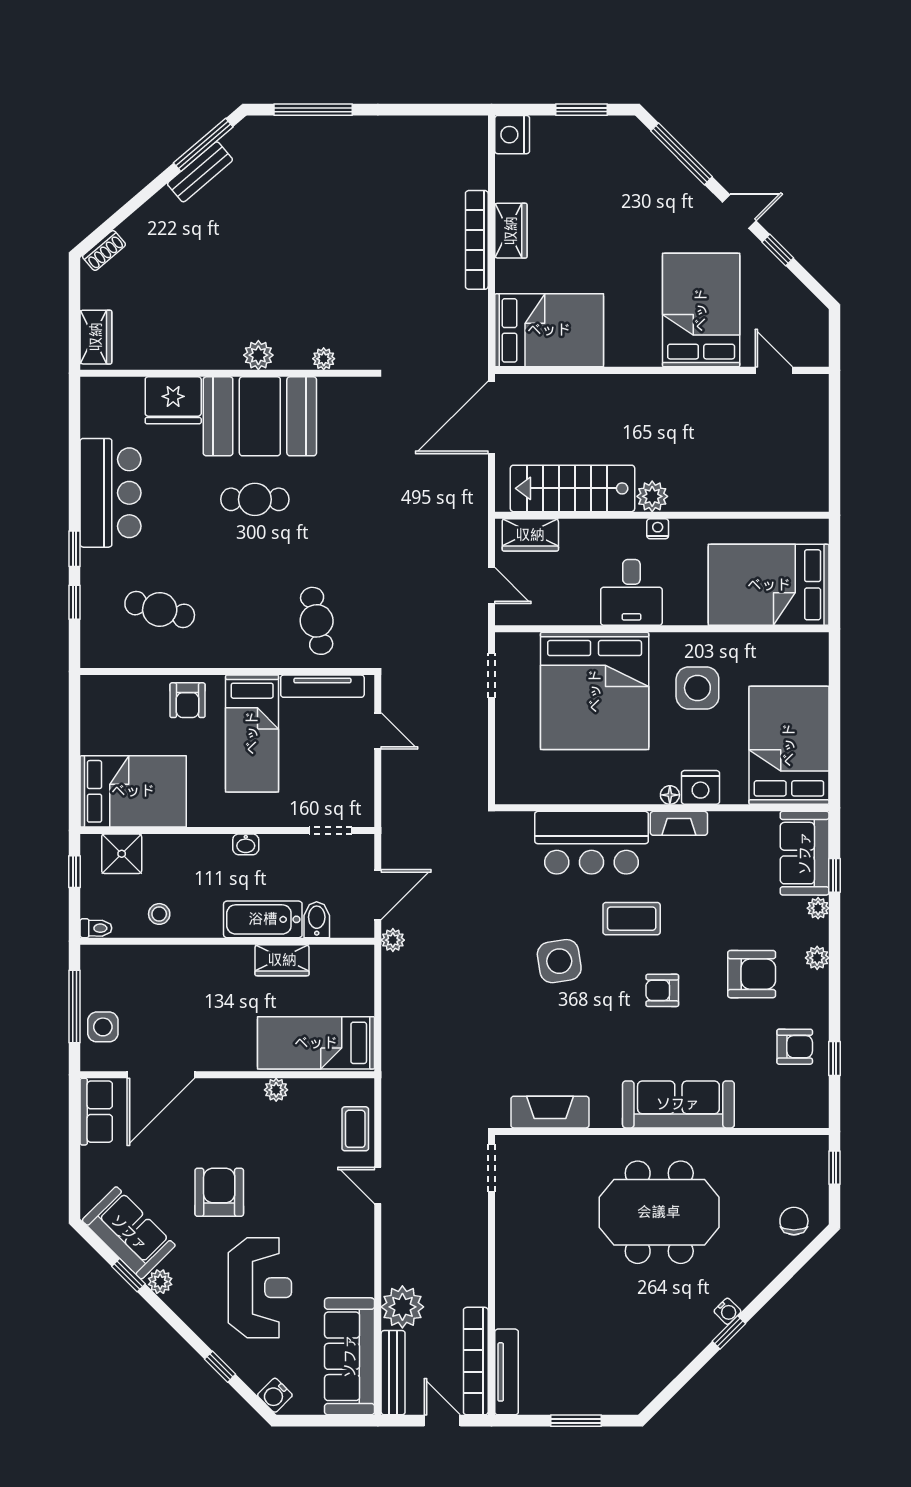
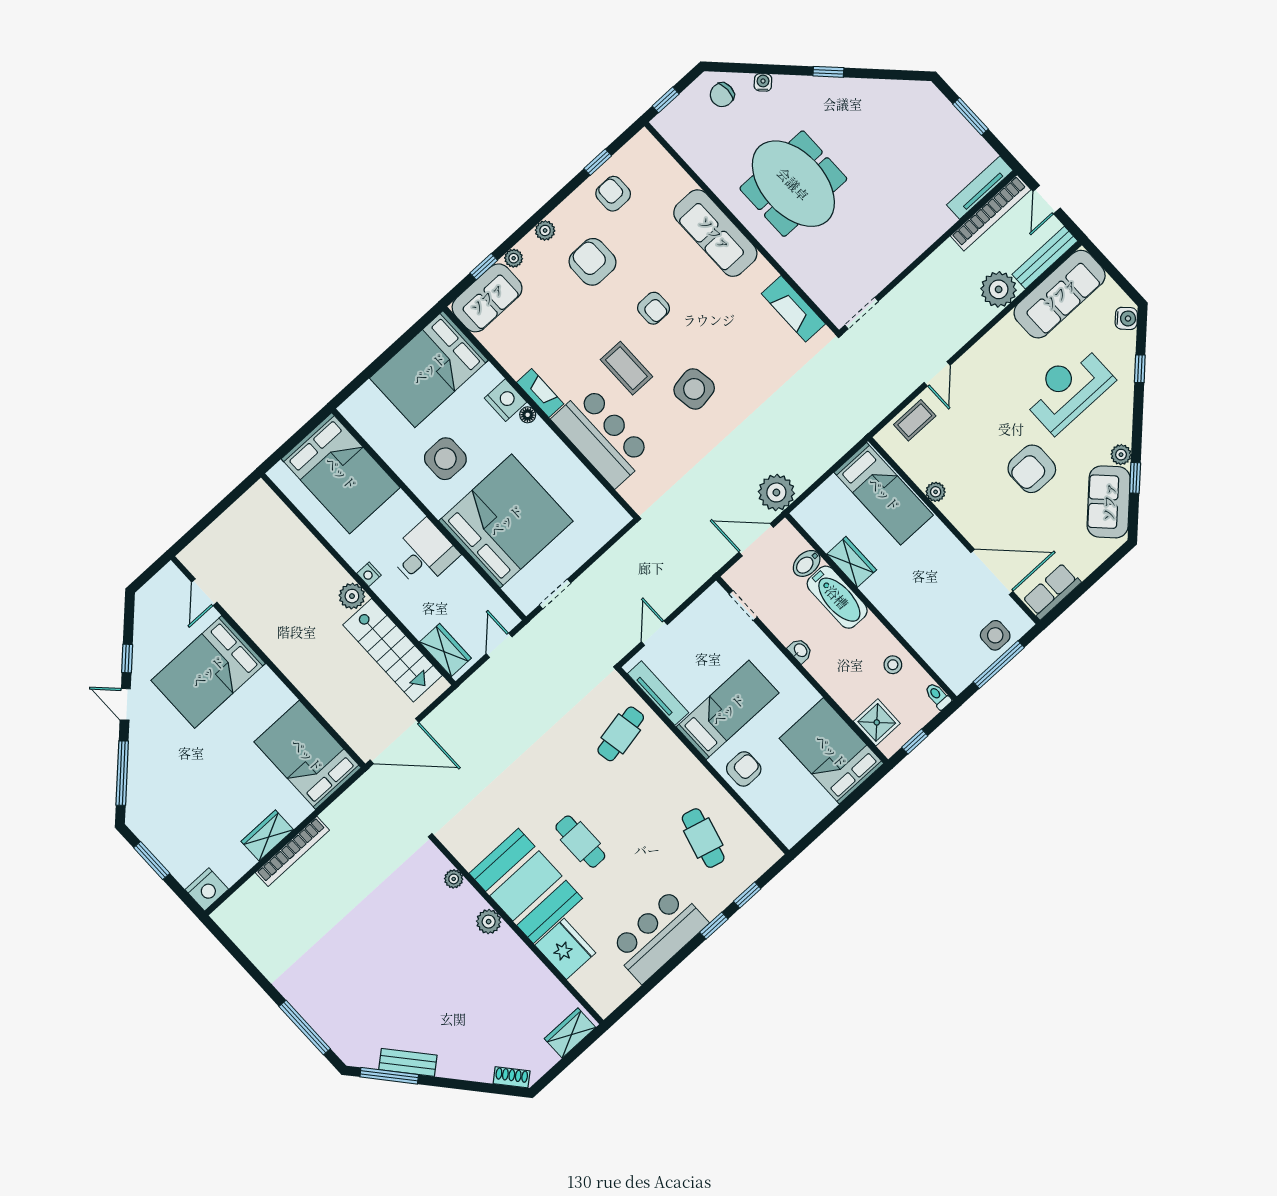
plant: (393, 940) -> (776, 492), width x1.87, depth x1.87
water cooler: (727, 1311) -> (763, 82), moved

